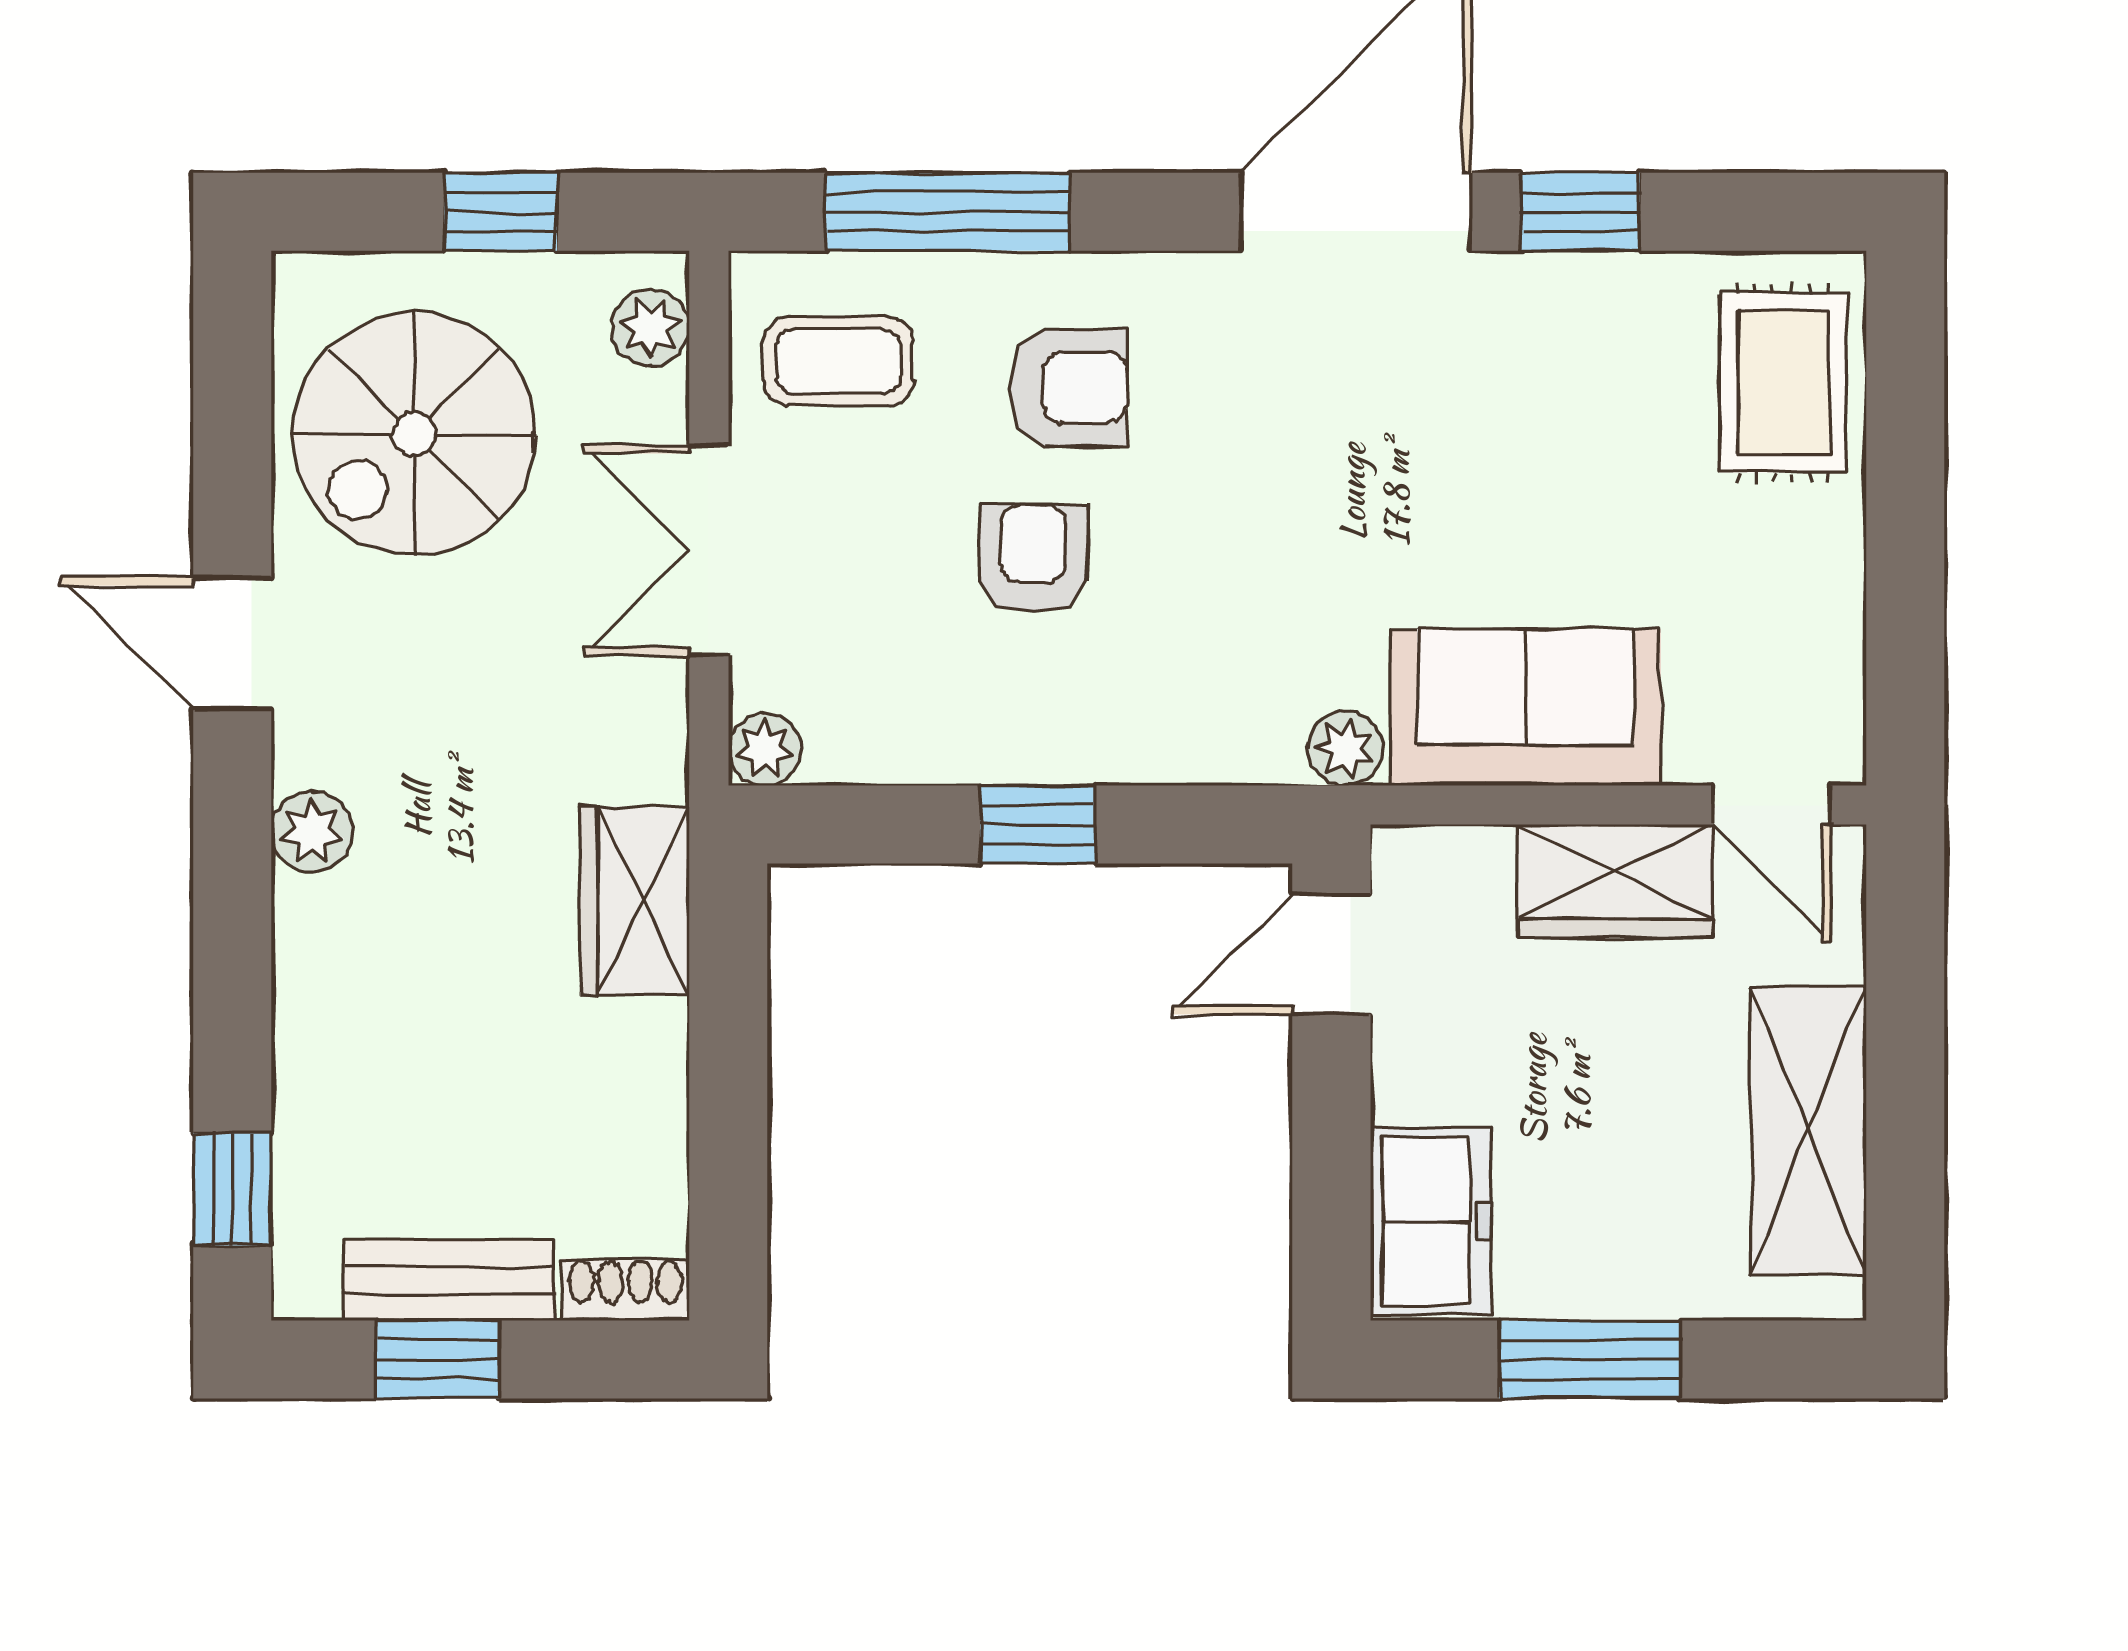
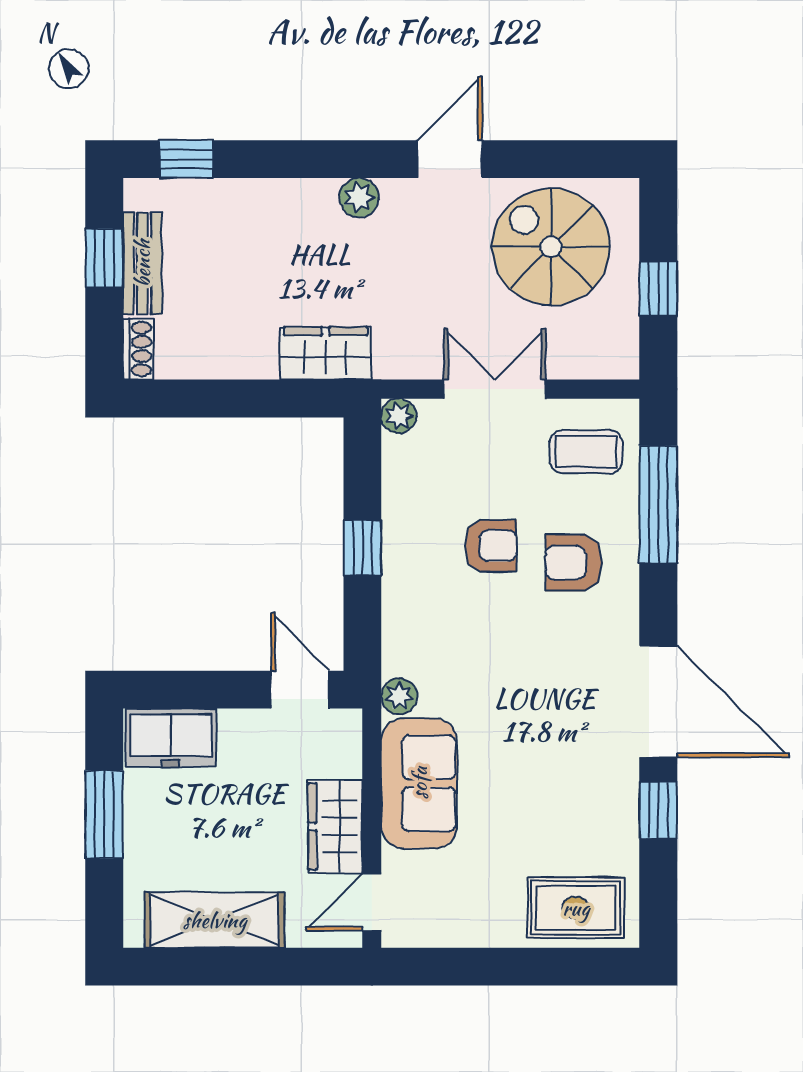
plant: (651, 328) -> (602, 361), removed
coffee table: (838, 361) -> (586, 452), turned 90
armchair: (1068, 387) -> (574, 563), turned 90

